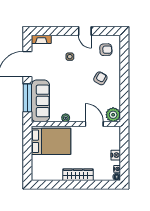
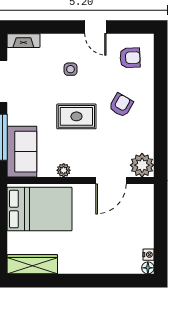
rug: (73, 85) -> (76, 116), added
sofa: (40, 101) -> (22, 152), width x0.73
door: (94, 124) -> (111, 180), swing flipped
nightstand: (116, 155) -> (146, 232), removed
wardrobe: (78, 175) -> (32, 264), moved

